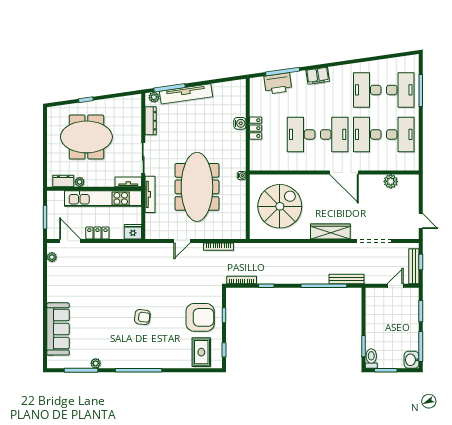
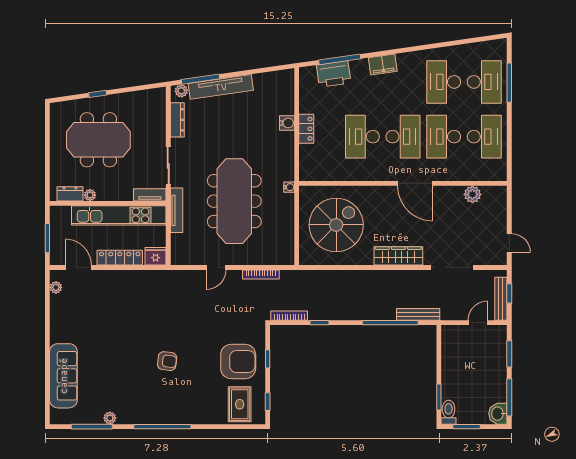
locker: (97, 233) -> (120, 258), width x1.53

